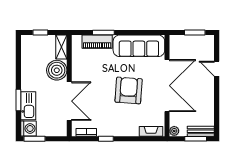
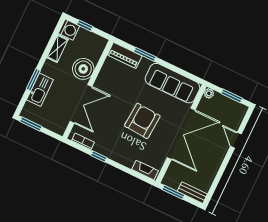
piano: (97, 42) -> (125, 55), moved
shelving: (61, 47) -> (57, 48), moved
washing machine: (28, 129) -> (69, 30), moved
plant: (174, 131) -> (209, 93), moved
window: (196, 139) -> (173, 192), moved

